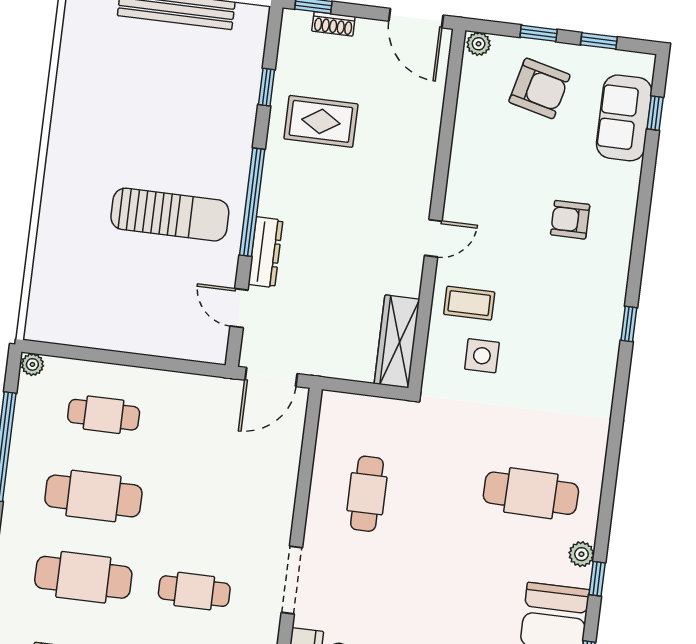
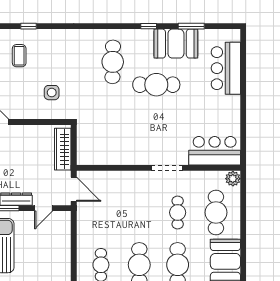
coffee table: (469, 303) -> (19, 56), moved
wardrobe: (397, 341) -> (63, 149), moved, turned 90
cafe table: (367, 494) -> (156, 85), moved, width x1.37, depth x1.35
plant: (581, 554) -> (138, 35), removed

